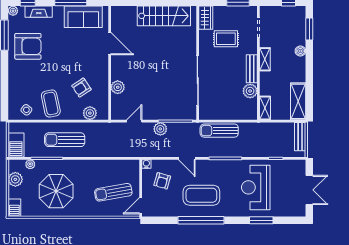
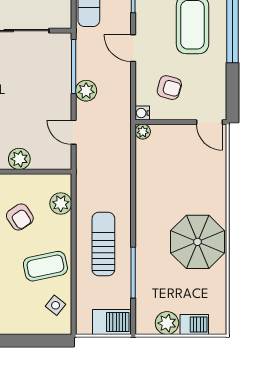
sun lounger: (65, 140) -> (103, 244), turned 180
door: (187, 158) -> (133, 48), swing flipped
plant: (30, 164) -> (143, 132), moved
parasol: (56, 191) -> (198, 242), moved
sun lounger: (113, 192) -> (188, 166), removed
barbecue: (14, 208) -> (194, 325), moved

